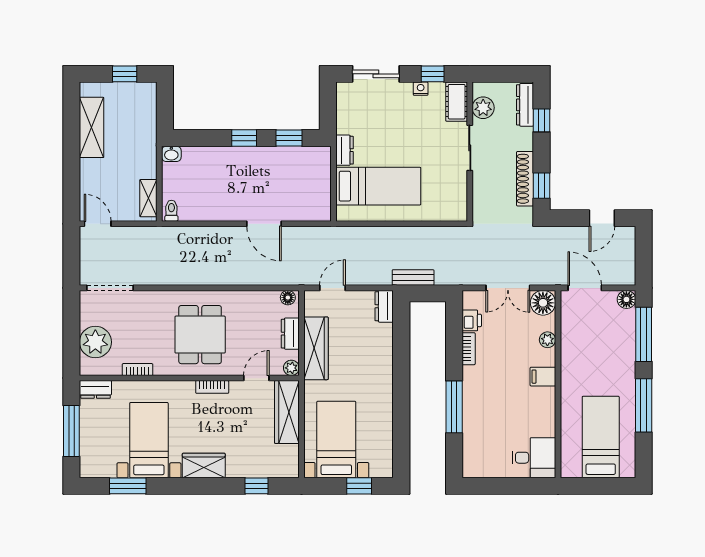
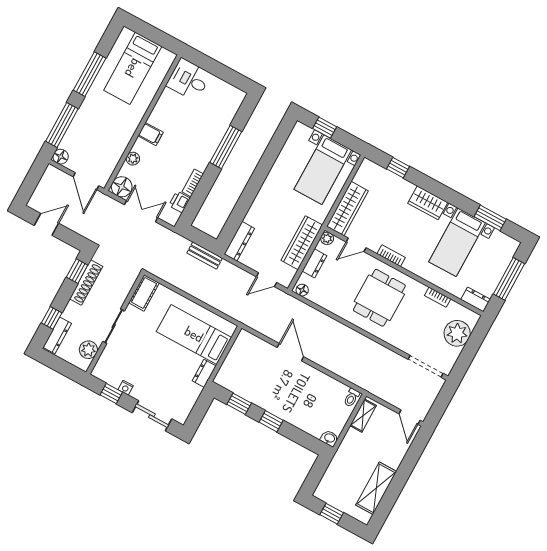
cot: (457, 102) -> (144, 293), moved
dresser: (384, 306) -> (239, 241), width x1.44

